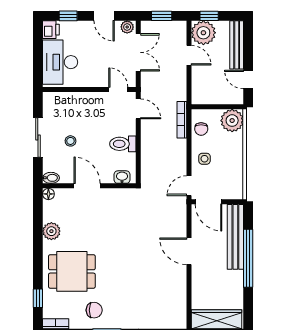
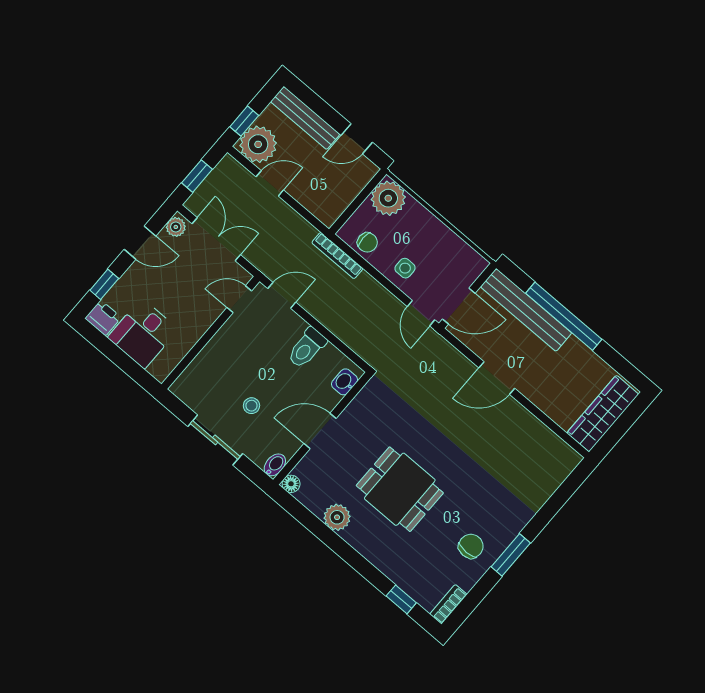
desk: (60, 62) -> (143, 333), width x0.73
dining table: (72, 271) -> (400, 489), moved, turned 90

